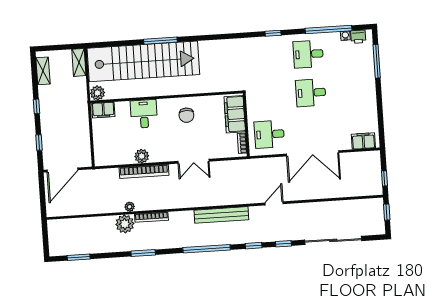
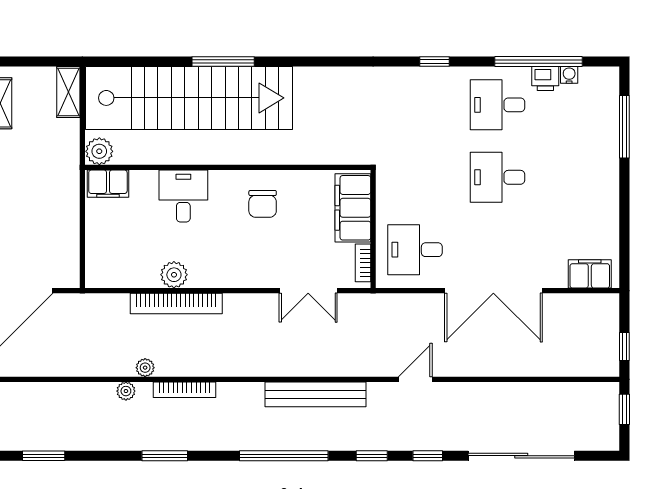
printer: (358, 37) -> (545, 79), moved
double door: (193, 161) -> (308, 291), moved
plant: (125, 224) -> (126, 391), width x0.53, depth x0.53

